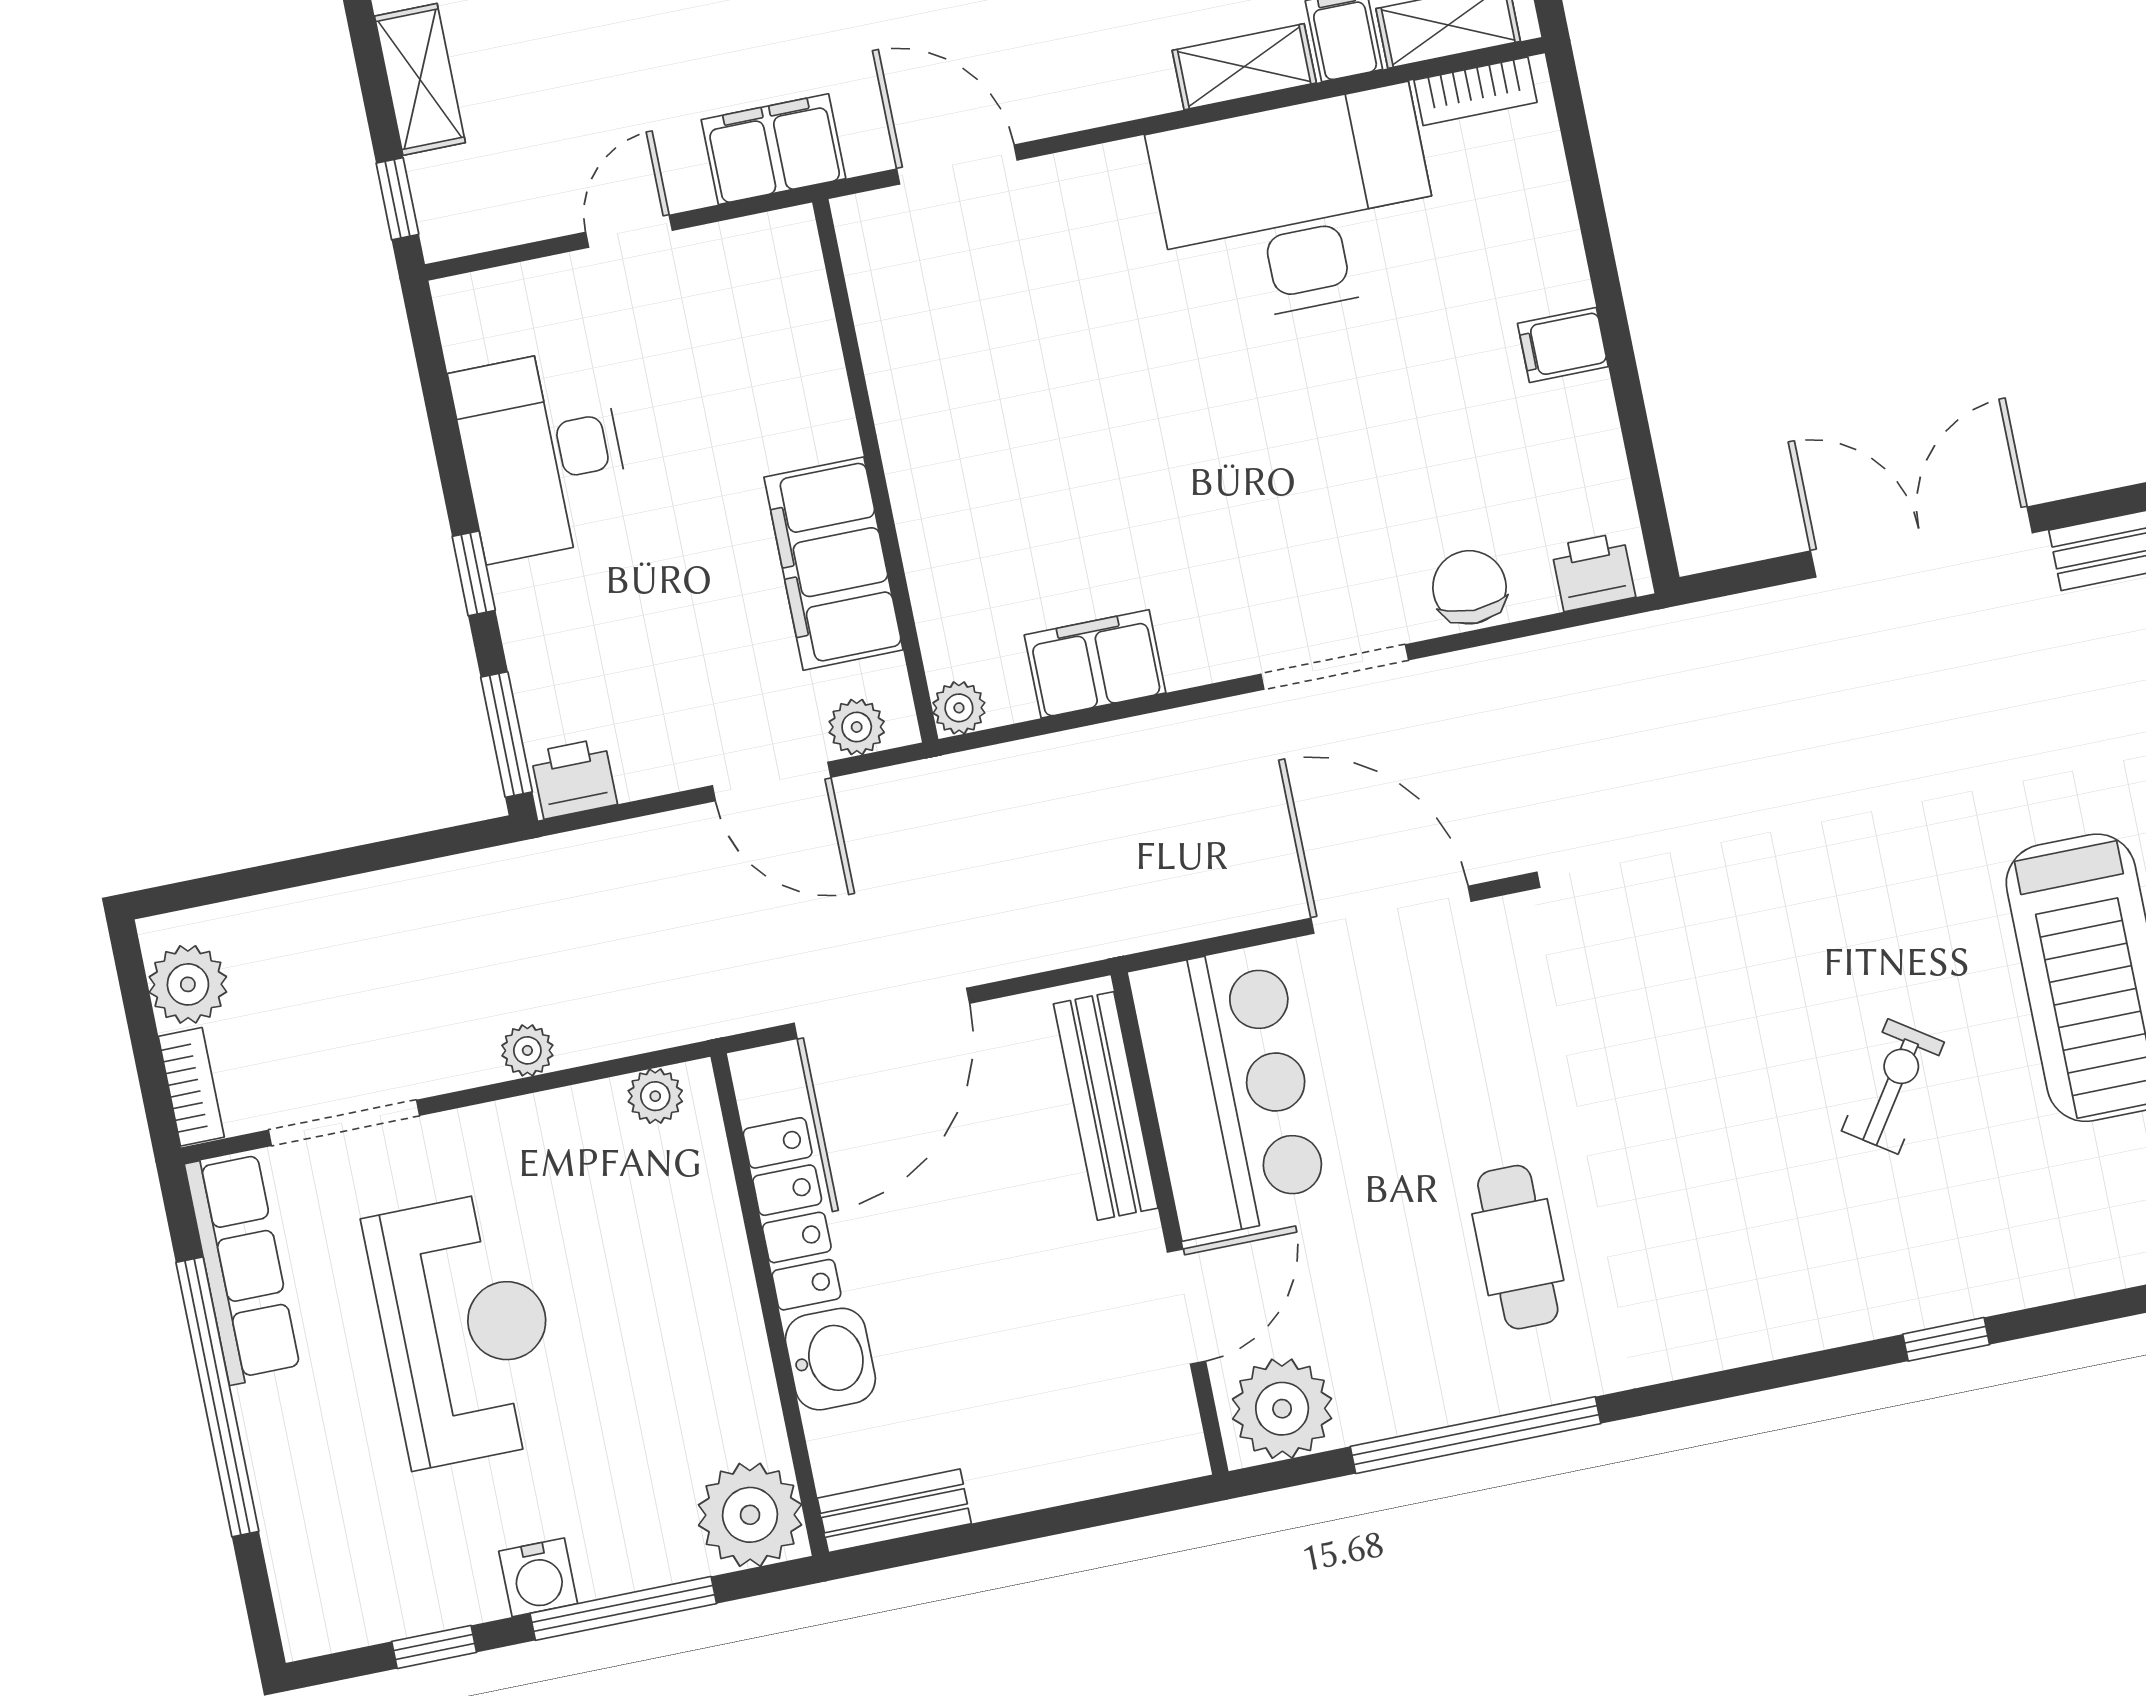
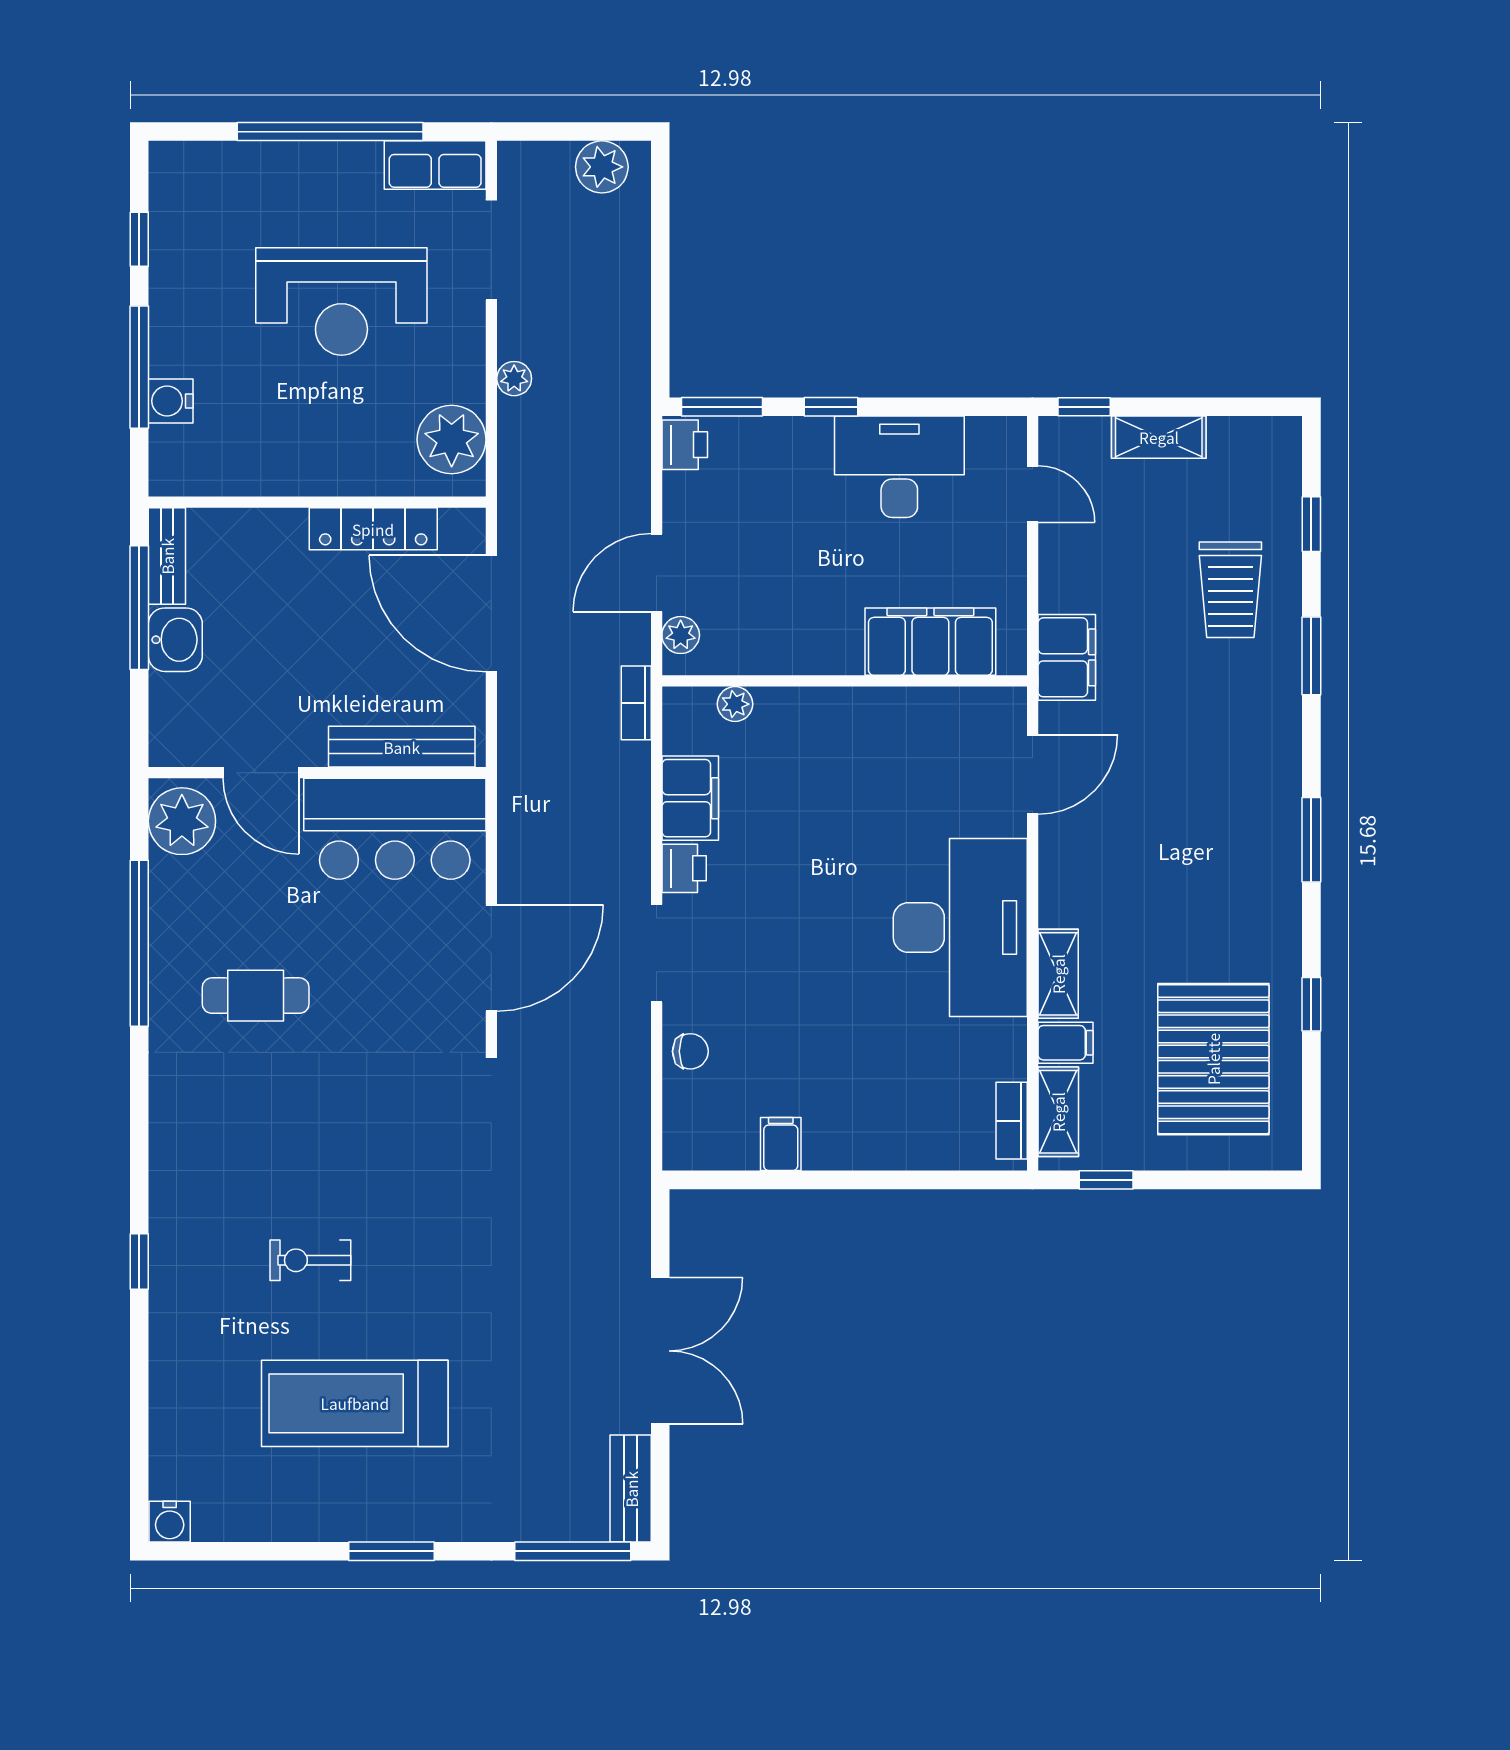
desk: (1296, 207) -> (960, 928), moved
door: (629, 231) -> (1033, 494), moved
filing cabinet: (1563, 345) -> (781, 1144), moved
filing cabinet: (834, 564) -> (930, 642), moved
printer: (1593, 572) -> (684, 868), moved
chair: (1469, 587) -> (690, 1051), width x0.73, depth x0.73
plant: (959, 708) -> (735, 704), moved
bookcase: (191, 1087) -> (636, 703), moved, turned 90
exercise bike: (1893, 1087) -> (310, 1260), turned 146
plant: (655, 1096) -> (452, 440), width x1.88, depth x1.88
row of seats: (243, 1267) -> (435, 165), width x0.68
washbasin: (830, 1359) -> (175, 640), moved, turned -90
plant: (750, 1515) -> (183, 462), removed
window: (979, 1536) -> (139, 608), added
water cooler: (538, 1577) -> (171, 401), moved

